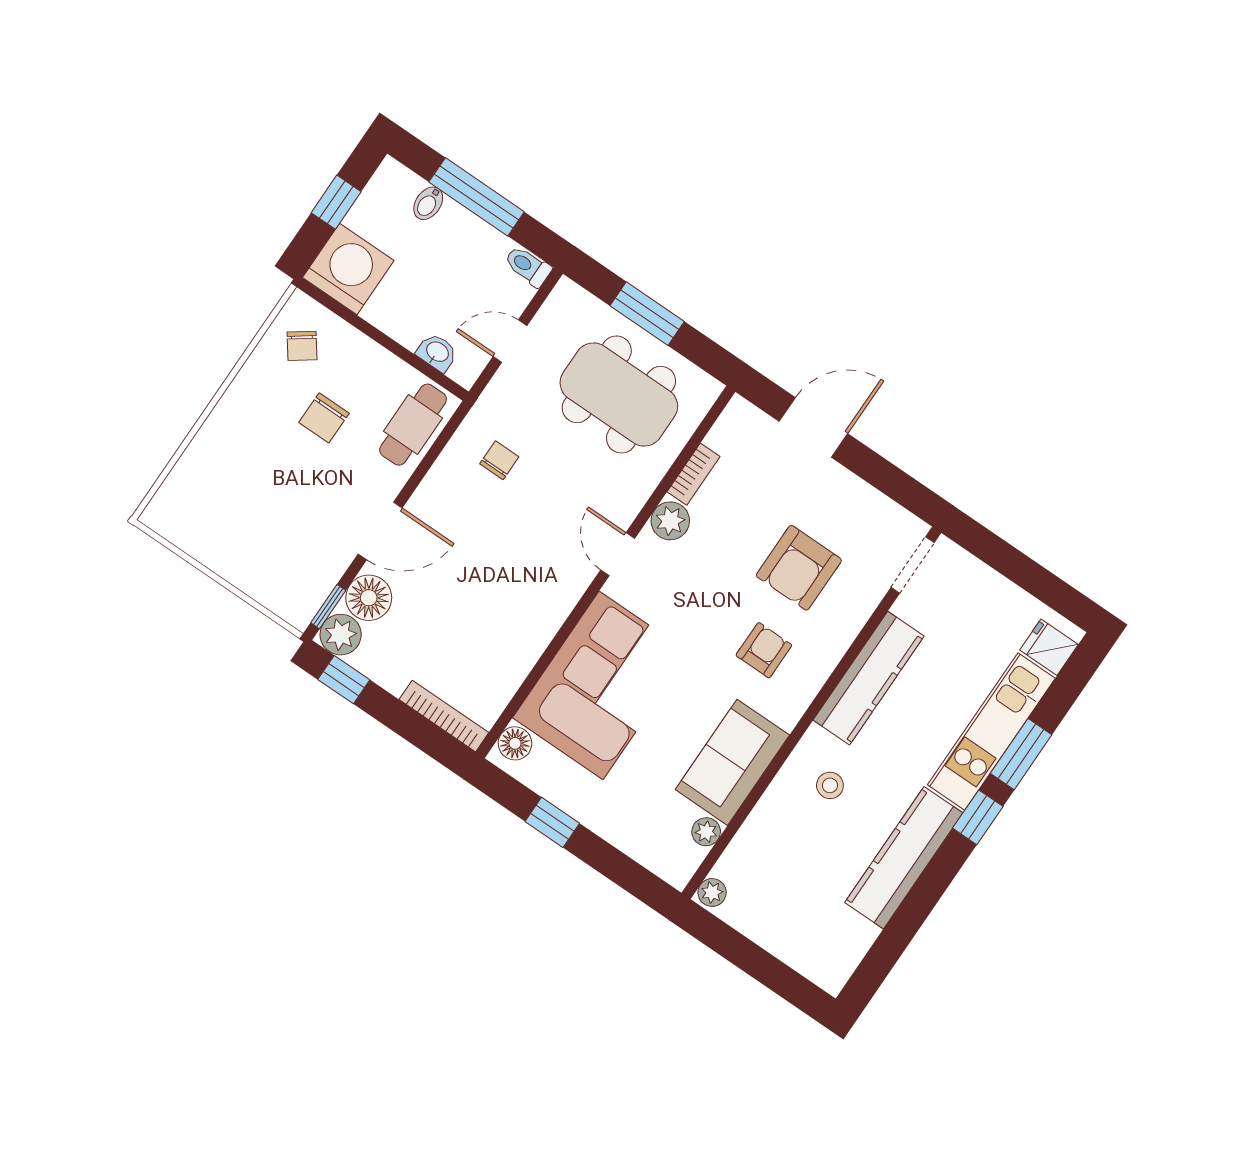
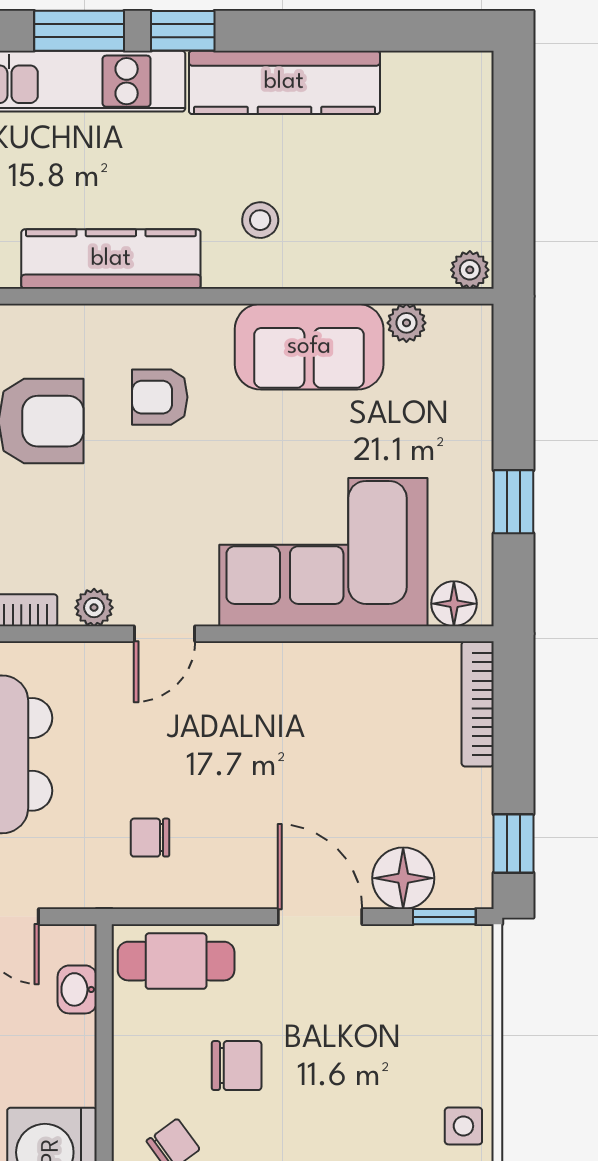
plant: (670, 521) -> (94, 608), width x0.73, depth x0.73
side table: (192, 531) -> (463, 1126), added
plant: (341, 635) -> (466, 881), removed

